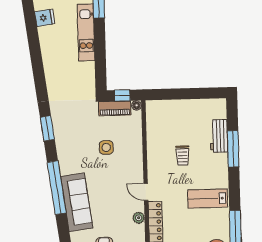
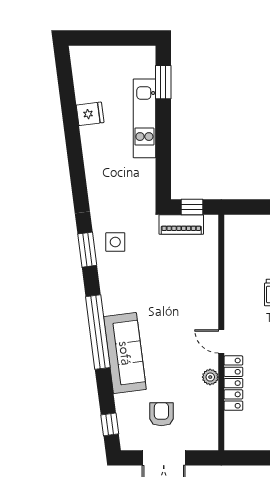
fridge: (45, 18) -> (90, 114), moved
floor lamp: (137, 105) -> (212, 221), removed
side table: (106, 147) -> (115, 242), moved

